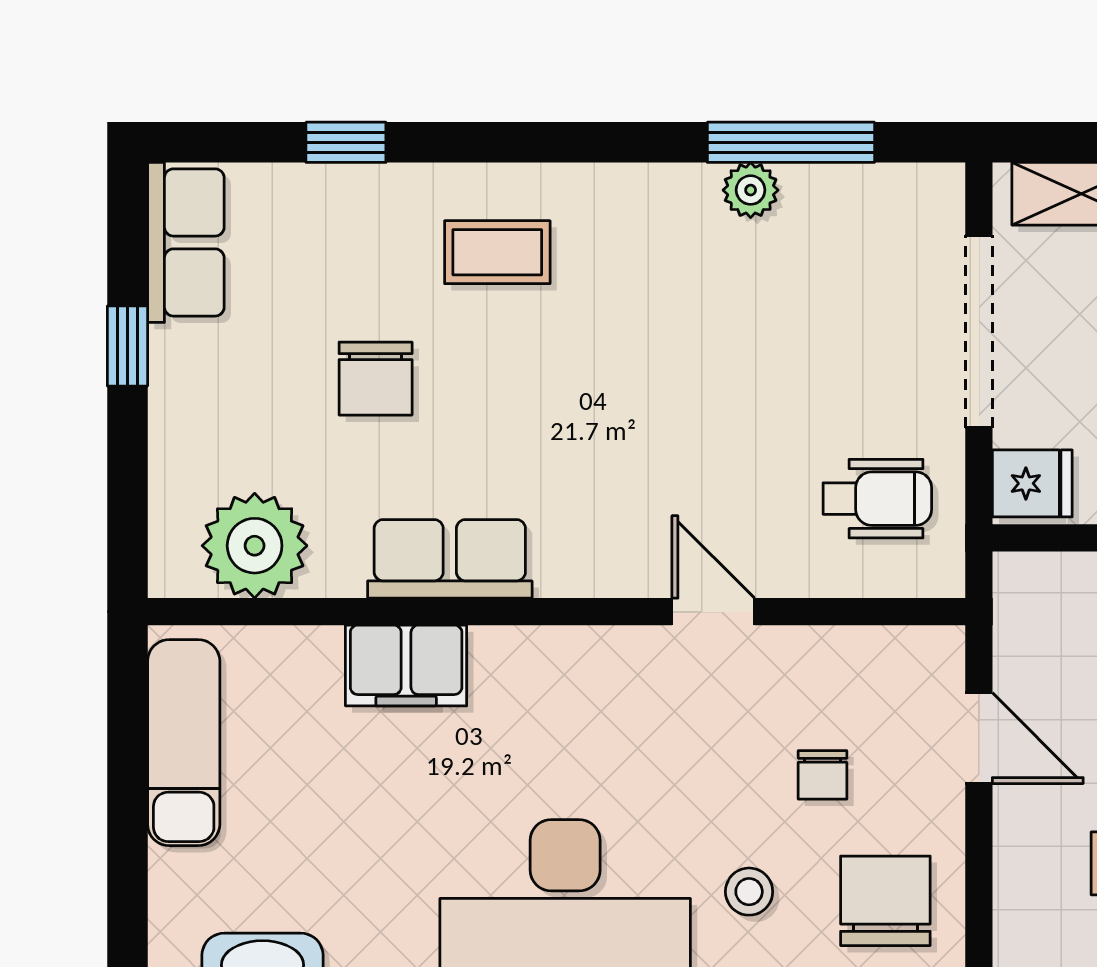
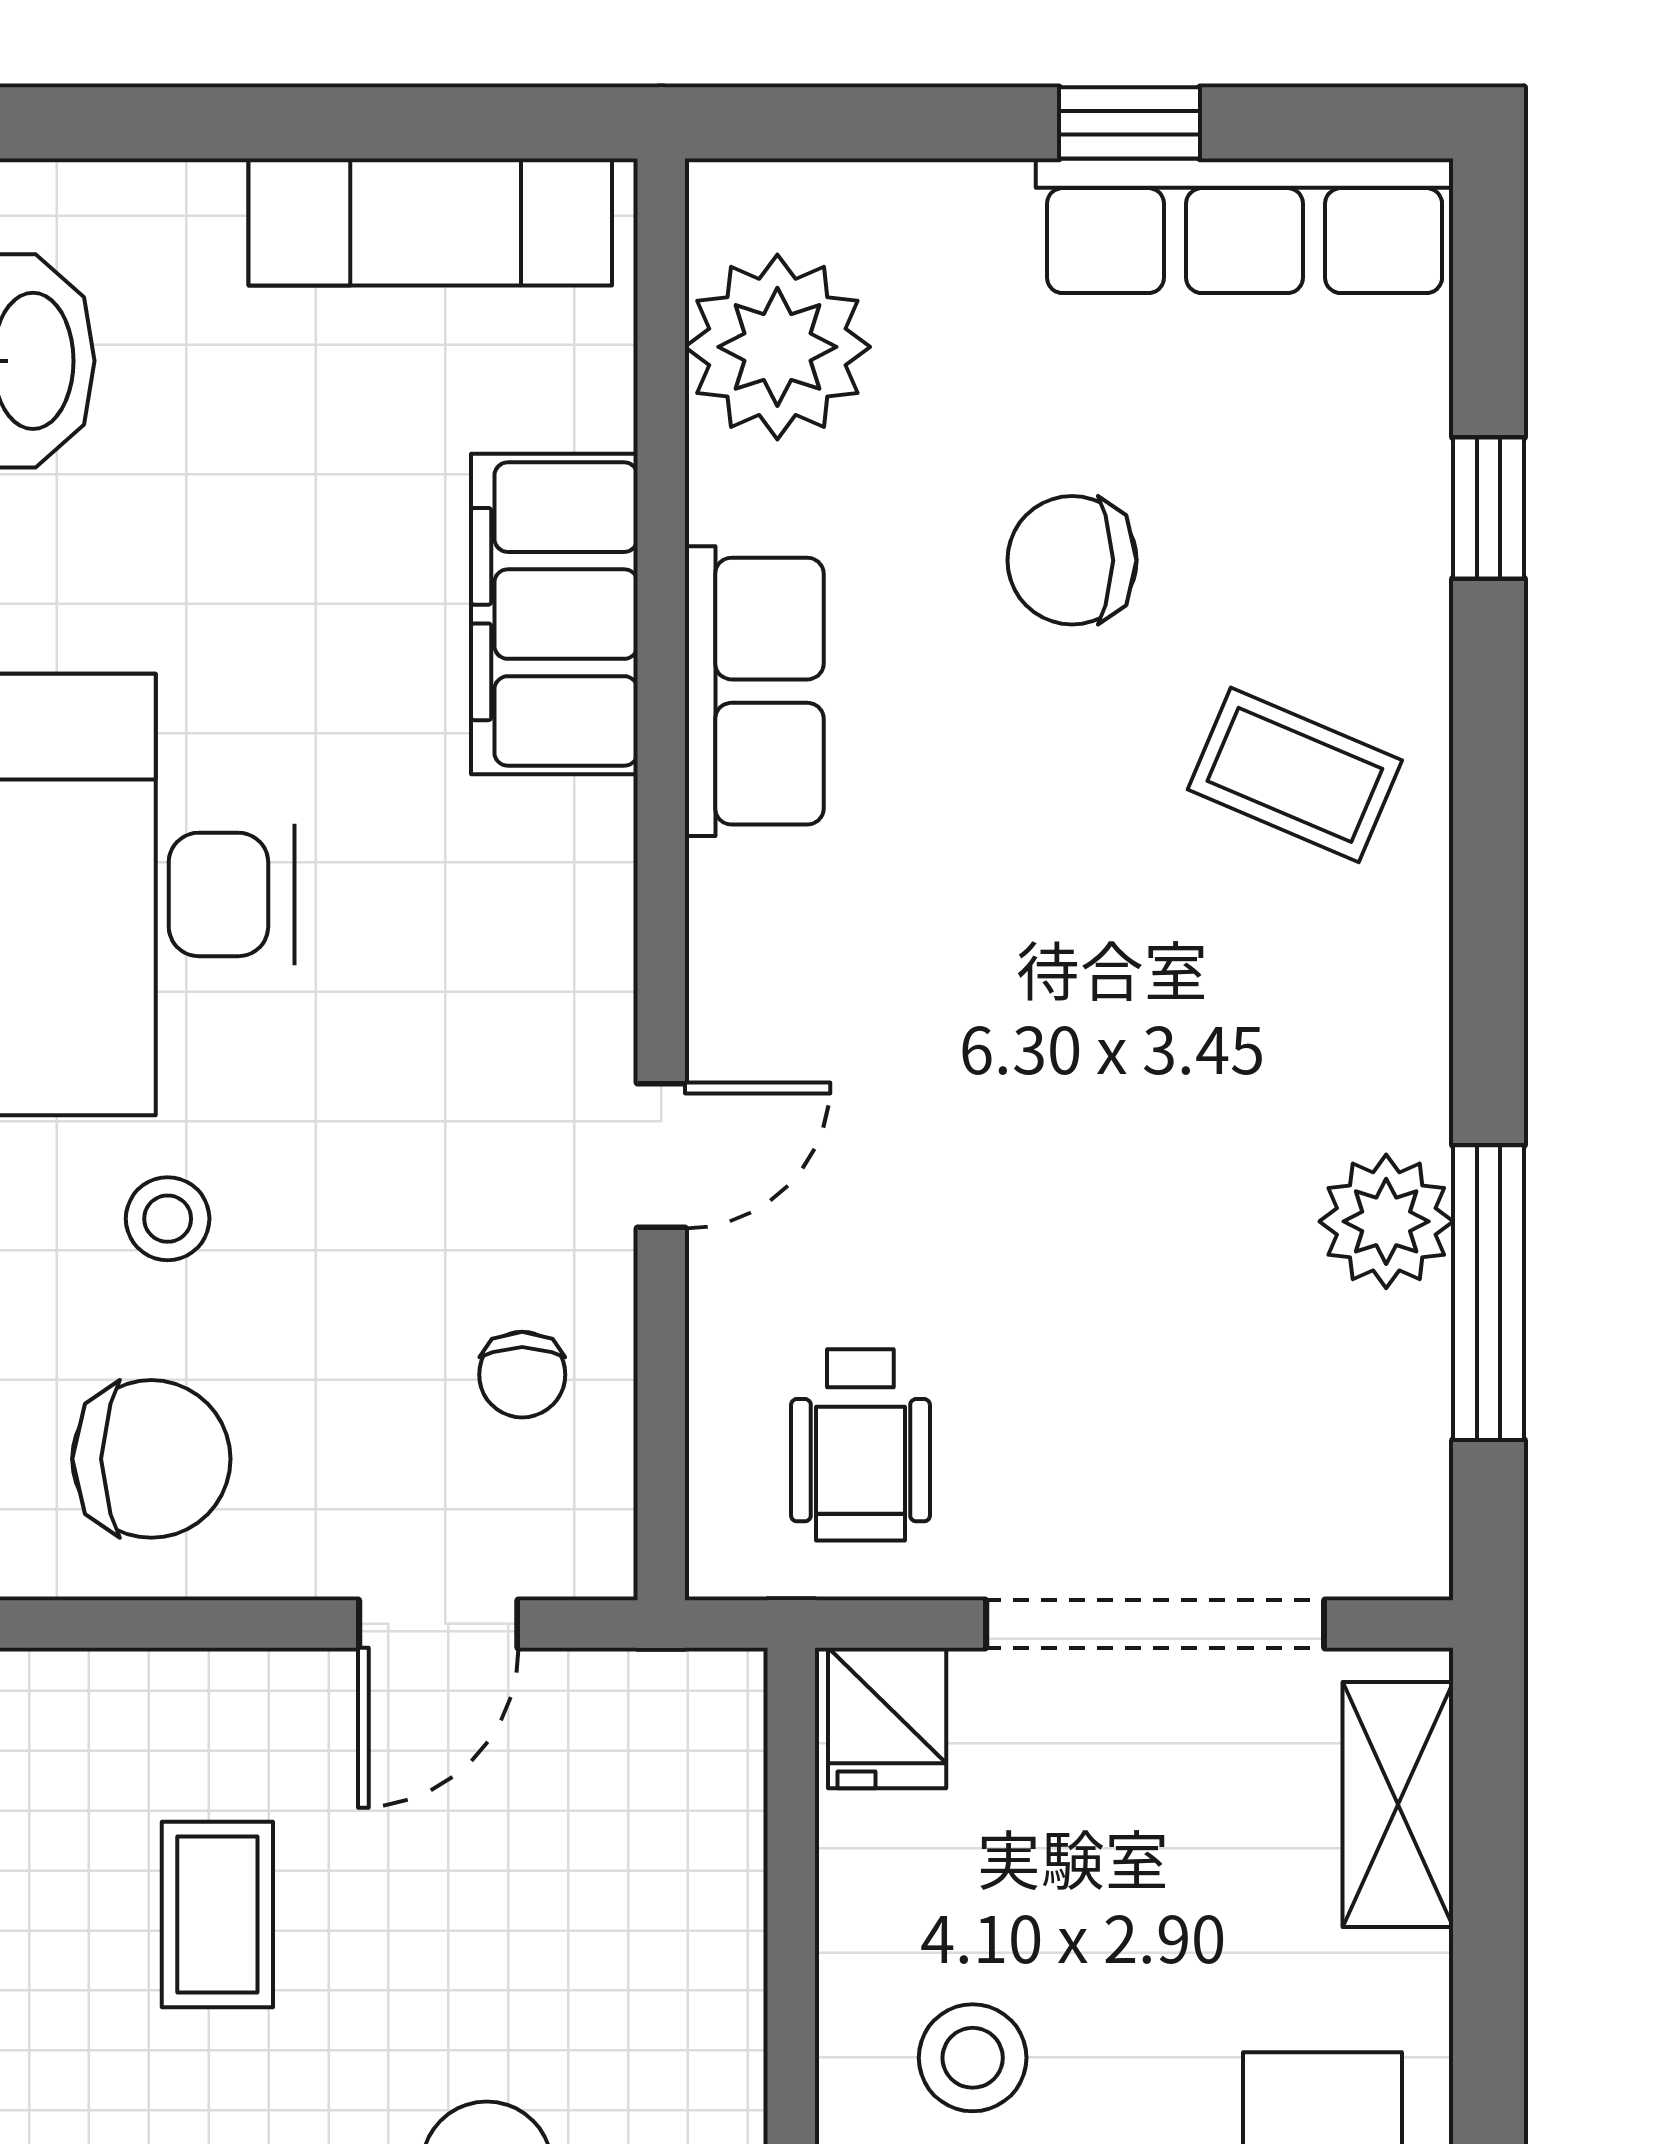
plant: (751, 190) -> (1386, 1221), width x1.38, depth x1.38
row of seats: (186, 242) -> (1245, 226), width x1.48
coffee table: (497, 252) -> (1295, 775), turned -67
filing cabinet: (406, 665) -> (554, 614), width x1.50, depth x1.17
chair: (823, 775) -> (522, 1375), moved, turned -90

